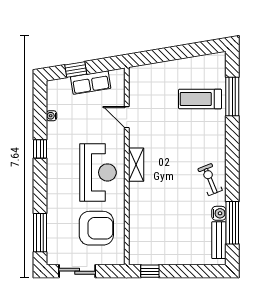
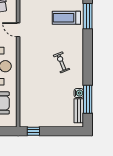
shelving: (136, 165) -> (24, 61), removed
exercise bike: (210, 180) -> (62, 62), moved

